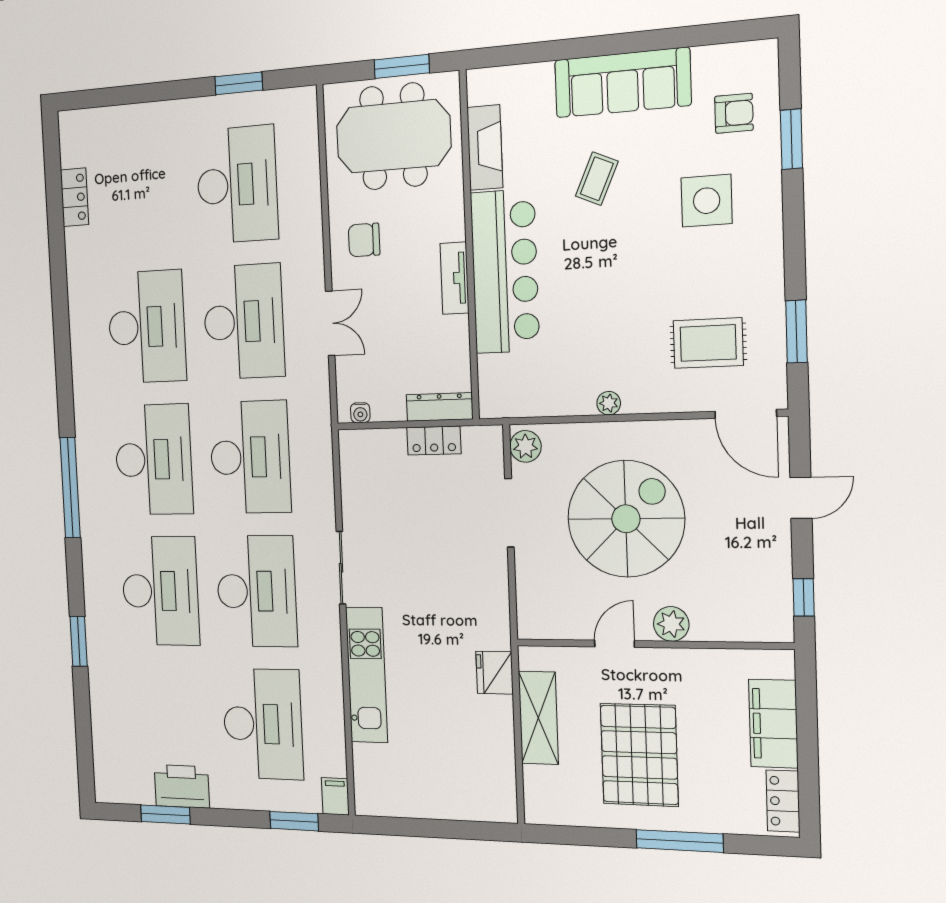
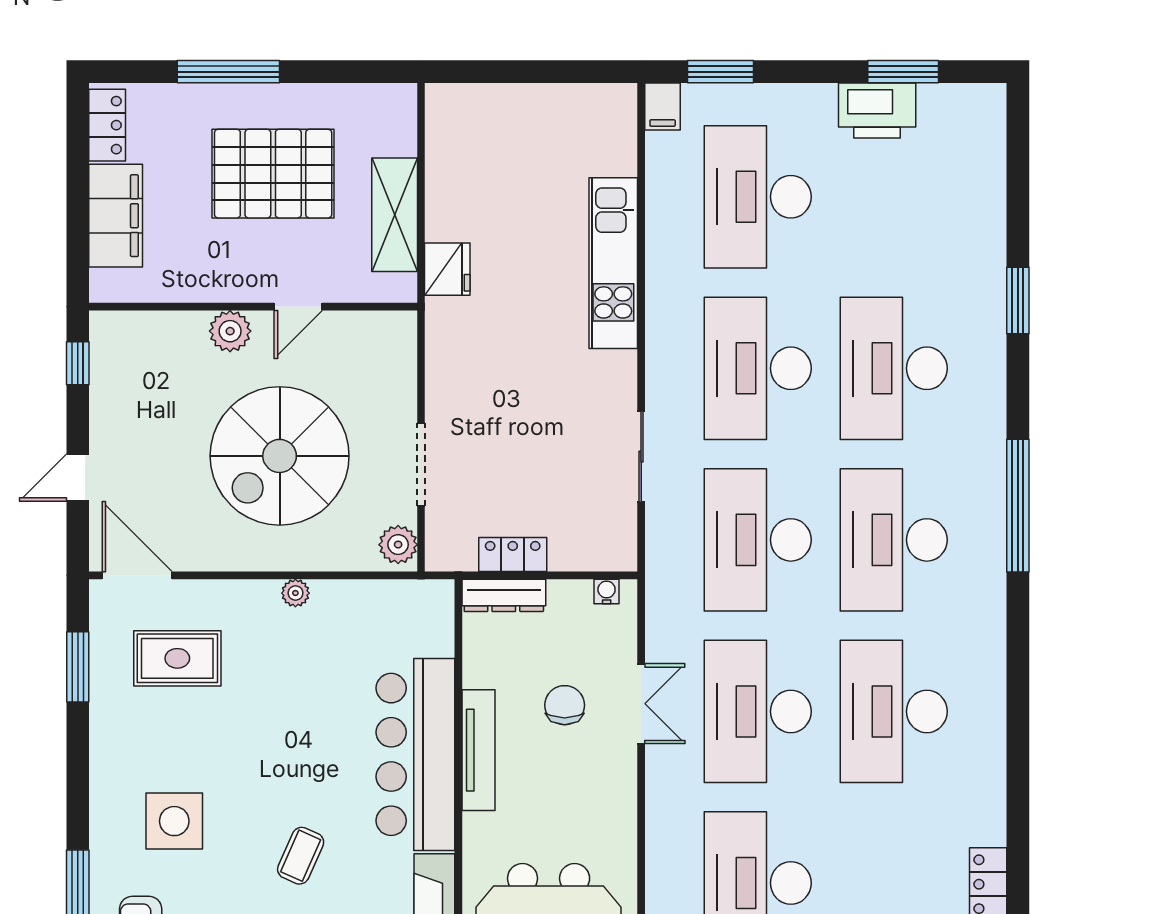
chair: (364, 240) -> (565, 705), moved, turned -90
tv unit: (454, 278) -> (478, 750), width x1.41
double door: (330, 323) -> (641, 704), swing flipped
sliding door: (341, 568) -> (641, 457), moved
pallet: (639, 755) -> (273, 174), turned 90

